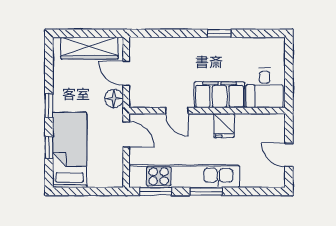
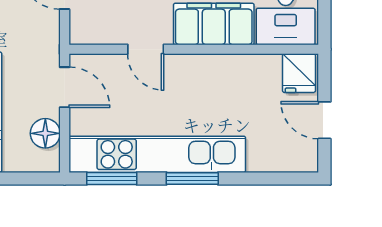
floor lamp: (114, 99) -> (45, 133), moved
fridge: (224, 126) -> (299, 73), moved

